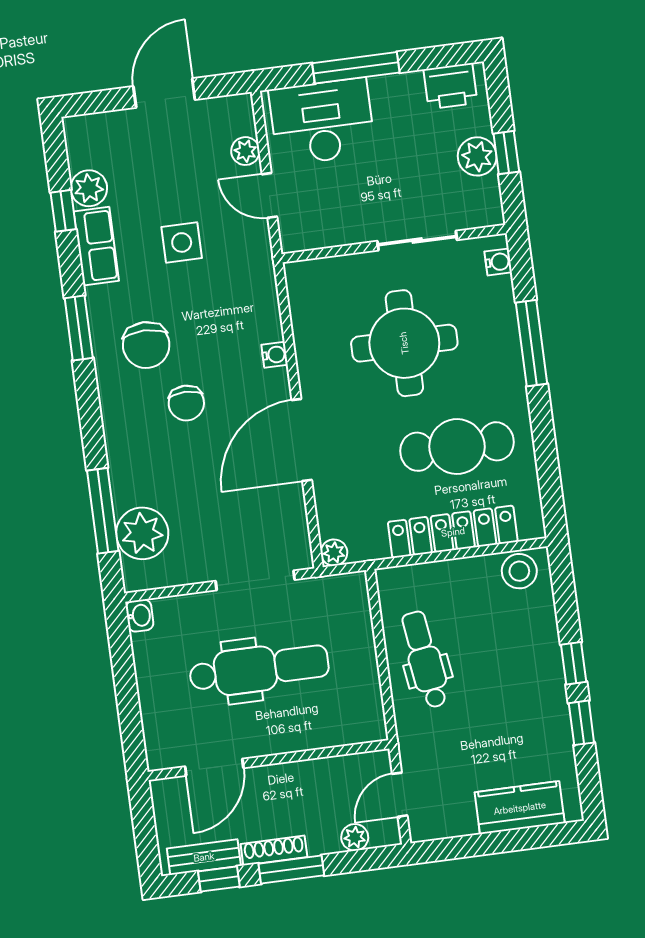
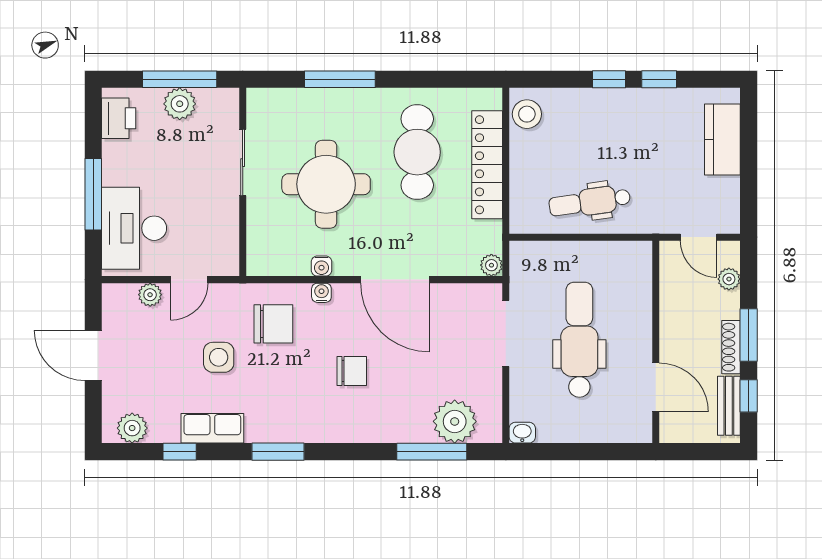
window: (506, 153) -> (180, 79), width x2.17
plant: (89, 188) -> (132, 428), moved
water cooler: (498, 262) -> (322, 266), moved, turned 180
chair: (146, 345) -> (273, 324), moved

